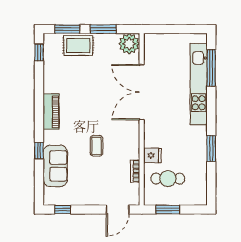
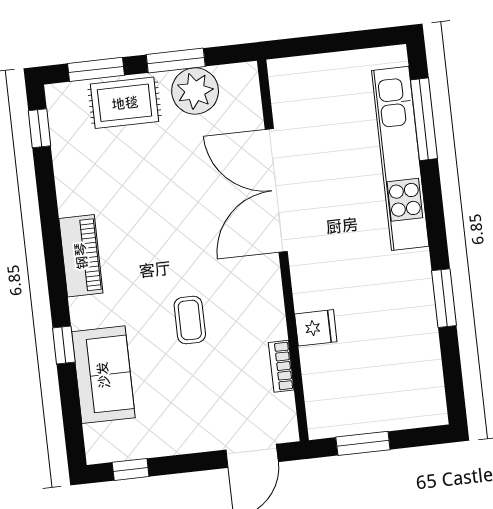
plant: (129, 44) -> (195, 91), moved
cafe table: (168, 179) -> (356, 375), removed

